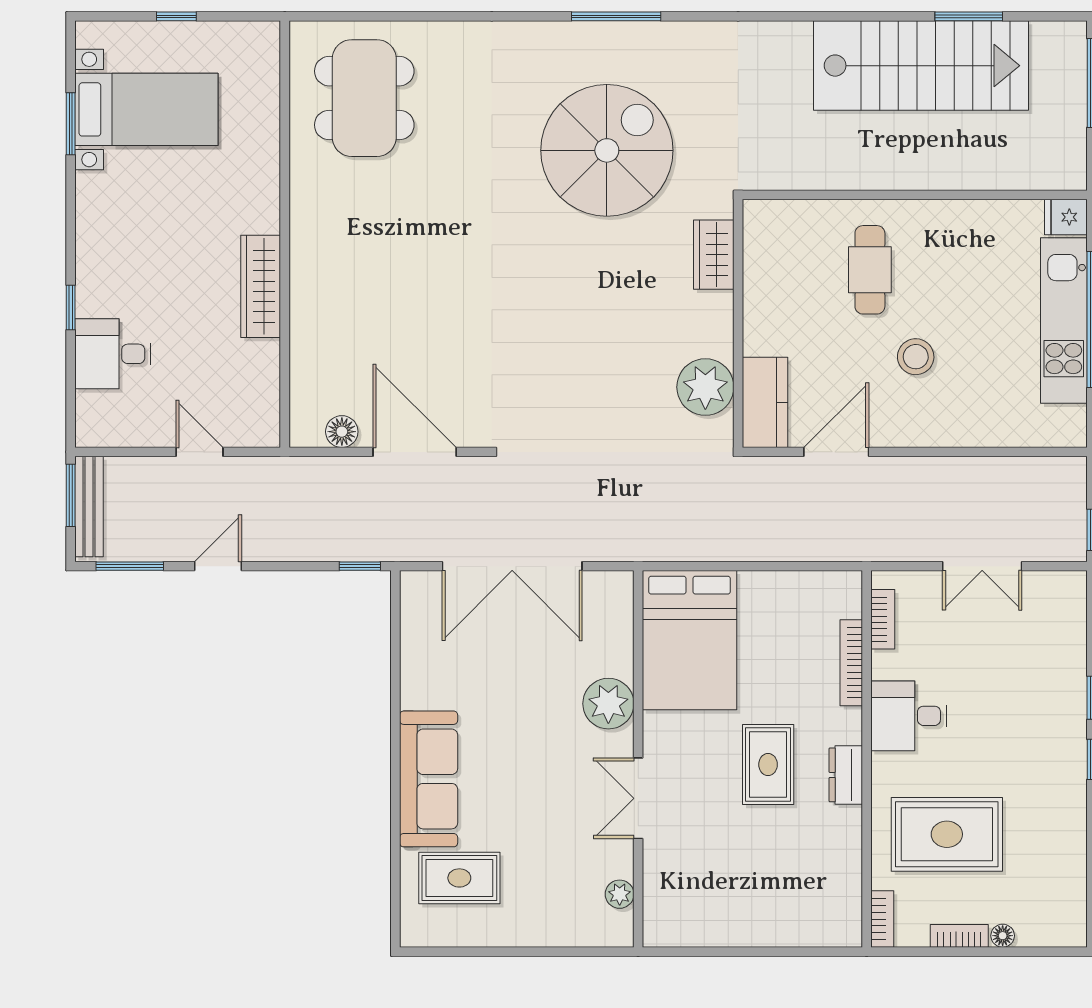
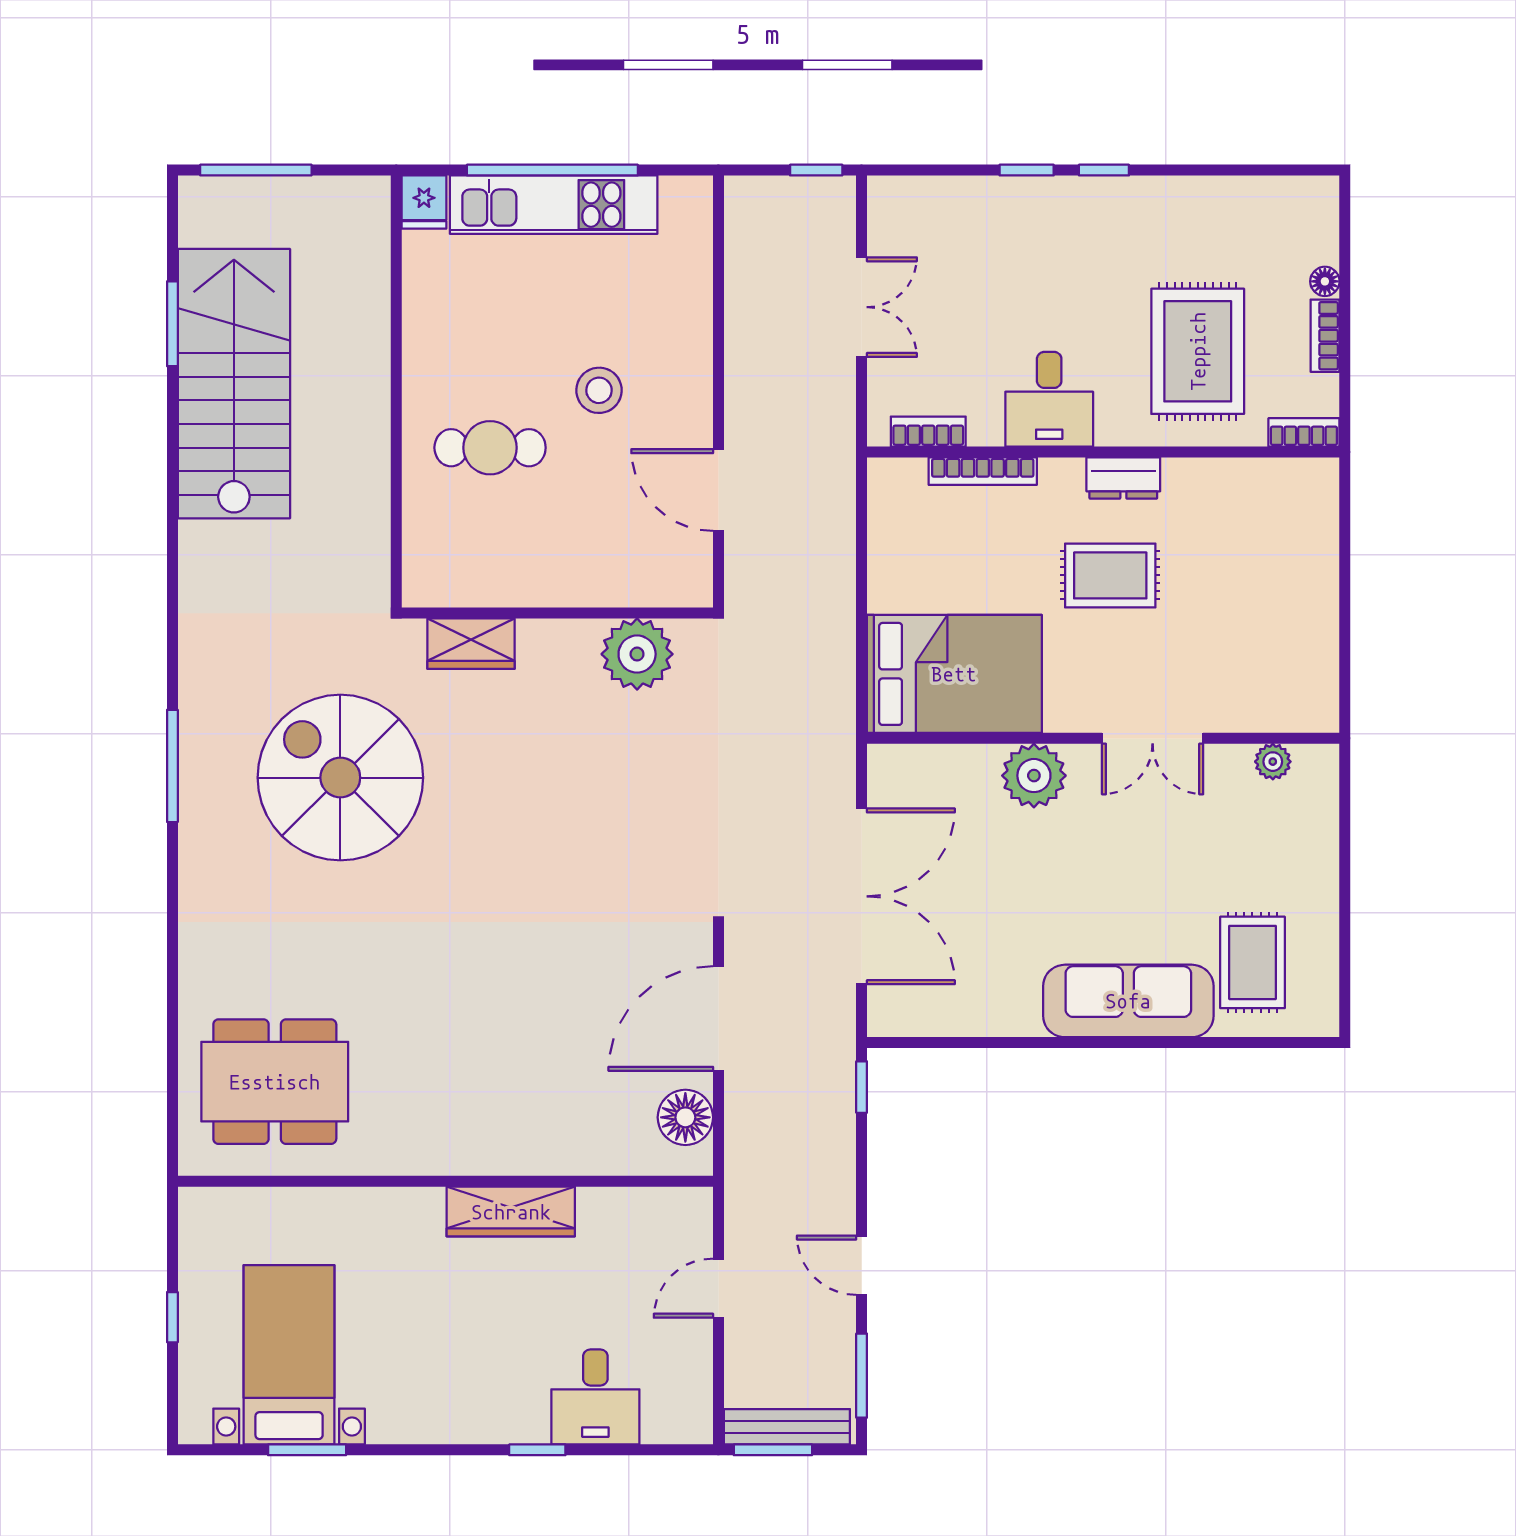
kitchen counter: (765, 402) -> (656, 579), removed
floor lamp: (342, 432) -> (685, 1117), width x1.38, depth x1.38

